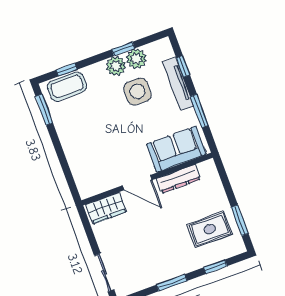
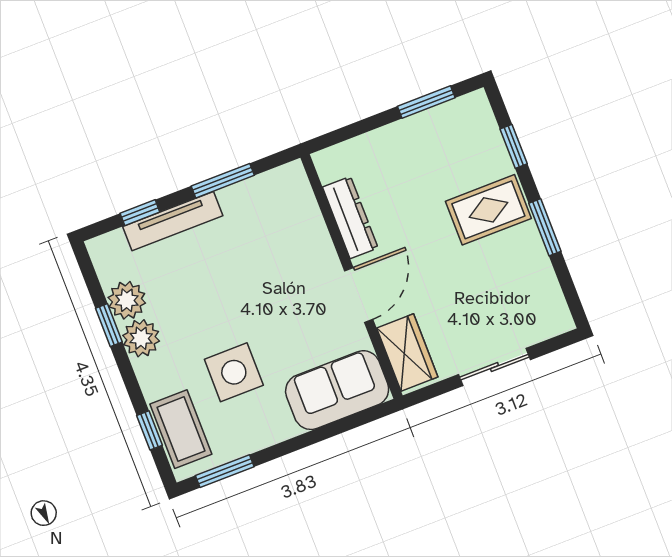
side table: (137, 92) -> (234, 372), moved
sofa: (176, 149) -> (337, 390), moved, turned 90
rug: (210, 229) -> (488, 210), moved, turned 90
sliding door: (104, 273) -> (494, 367), moved

